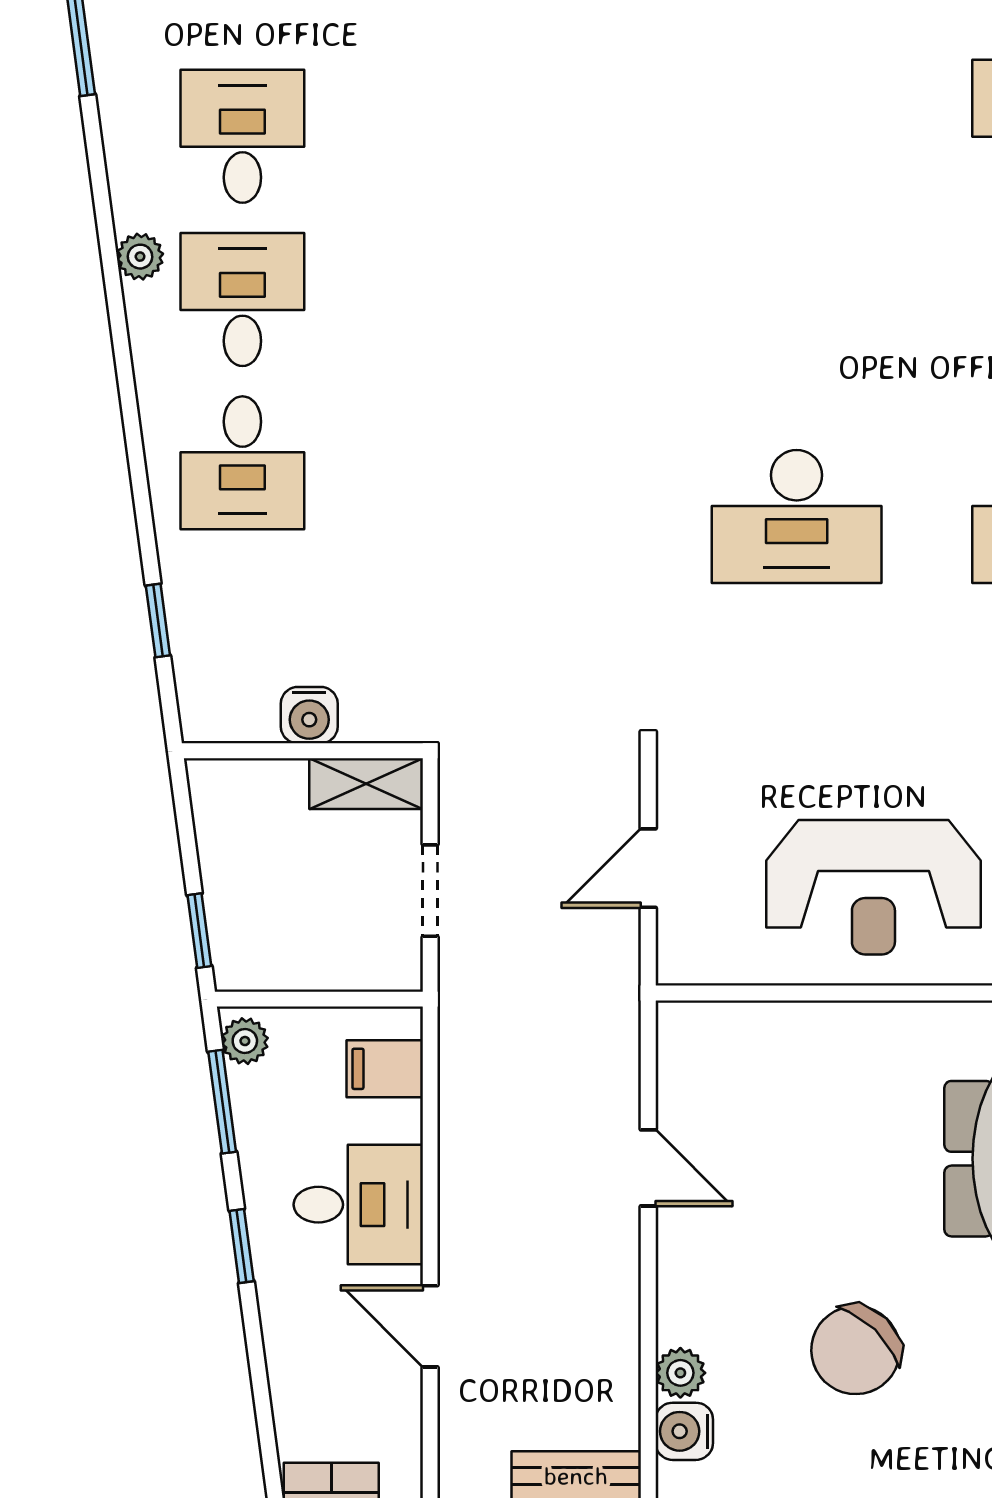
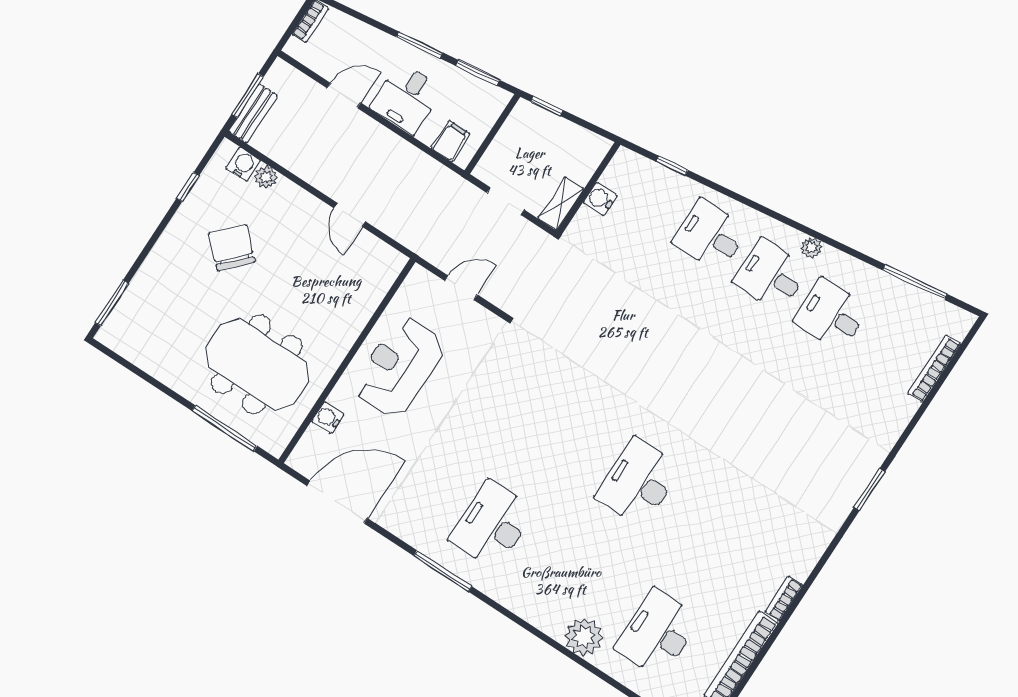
desk: (242, 136) -> (831, 315), turned 180
desk: (242, 300) -> (771, 275), turned 180
desk: (797, 517) -> (638, 482), moved
door: (648, 868) -> (461, 288), hinge flipped
plant: (245, 1041) -> (495, 96), removed
door: (648, 1168) -> (350, 215), hinge flipped
window: (242, 1246) -> (420, 45), width x1.50

